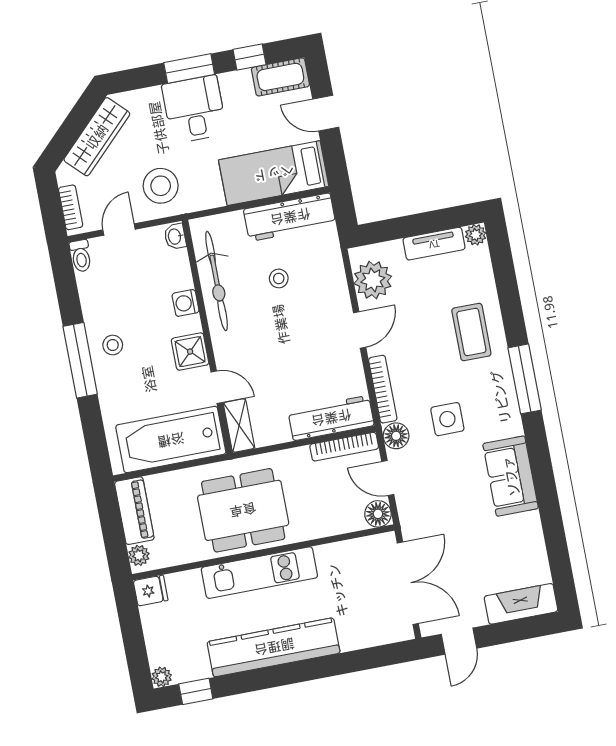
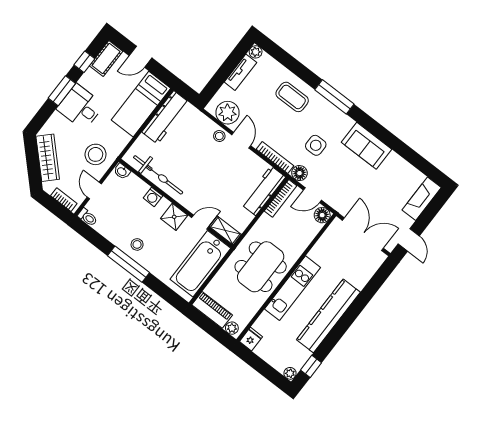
stool: (279, 278) -> (219, 136), moved

